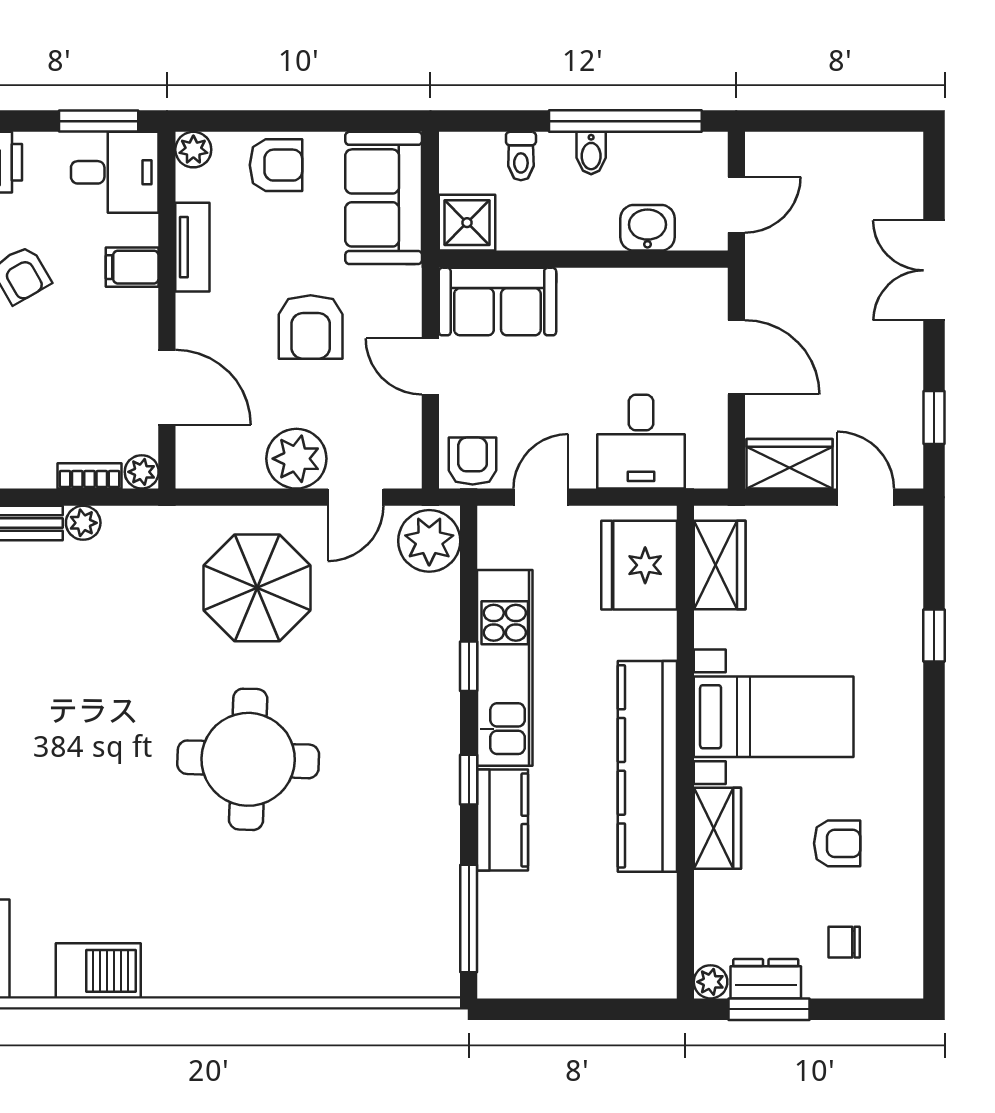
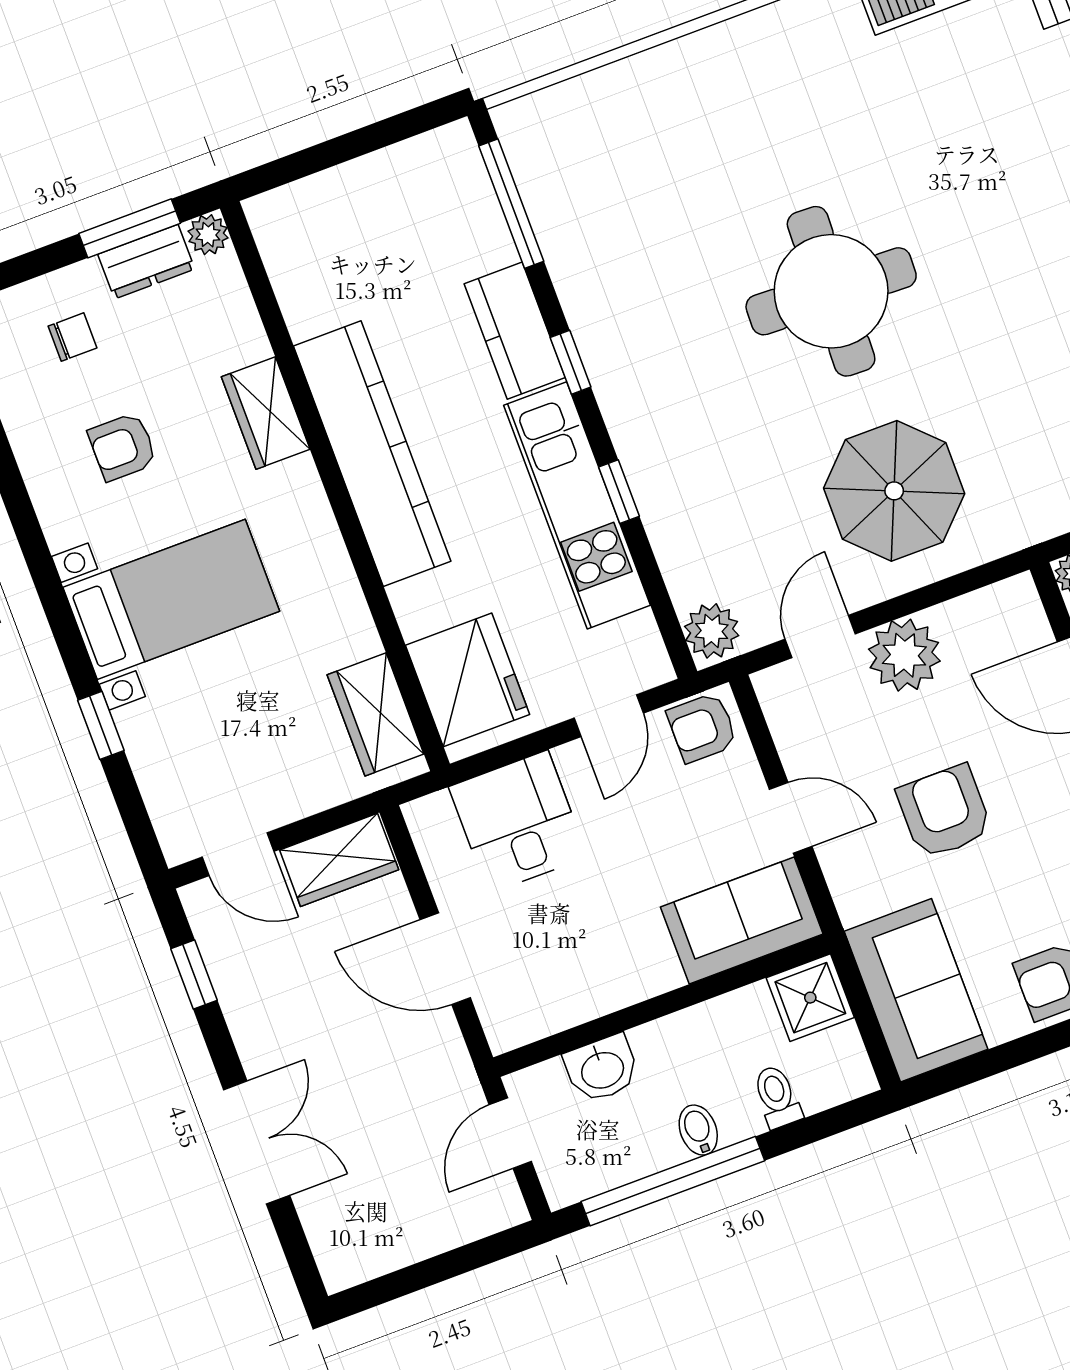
armchair: (473, 461) -> (702, 728), turned 90
plant: (429, 541) -> (712, 631), width x0.73, depth x0.73
bed with nightstands: (774, 717) -> (171, 599), moved, turned 180

